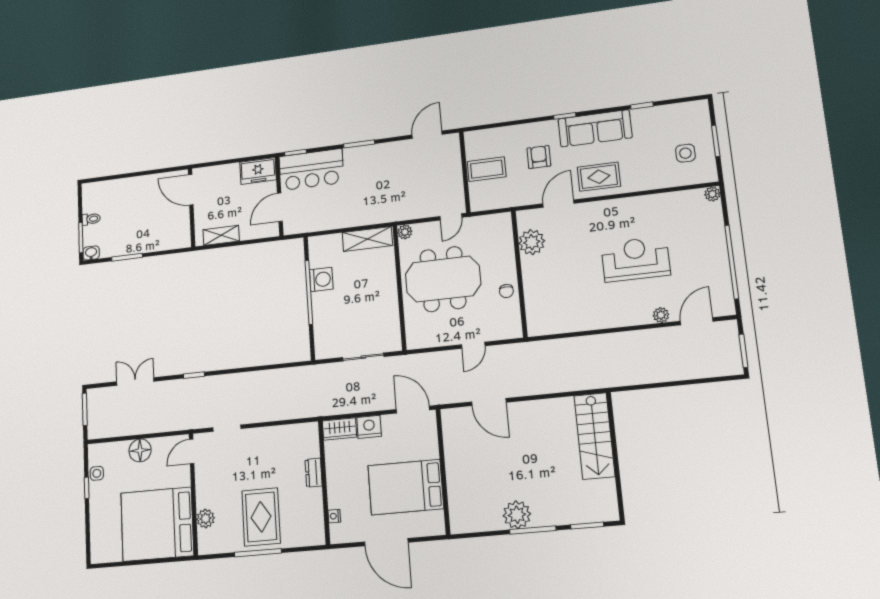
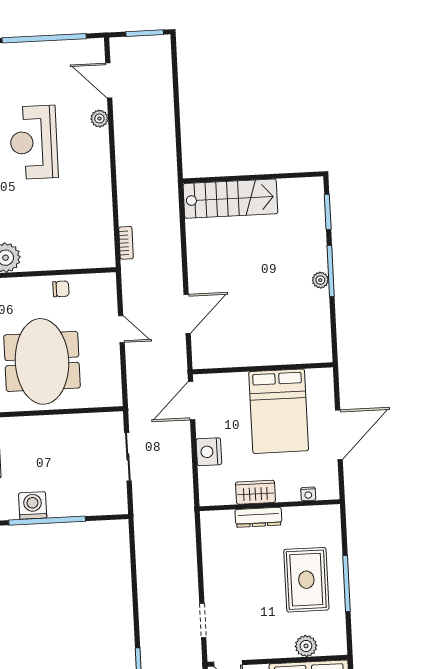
bookcase: (550, 345) -> (126, 243), added
wardrobe: (339, 429) -> (255, 492), moved, turned -90
dresser: (314, 473) -> (258, 517), width x1.44
plant: (517, 515) -> (320, 280), width x0.53, depth x0.53
rug: (261, 517) -> (306, 580), turned 90

